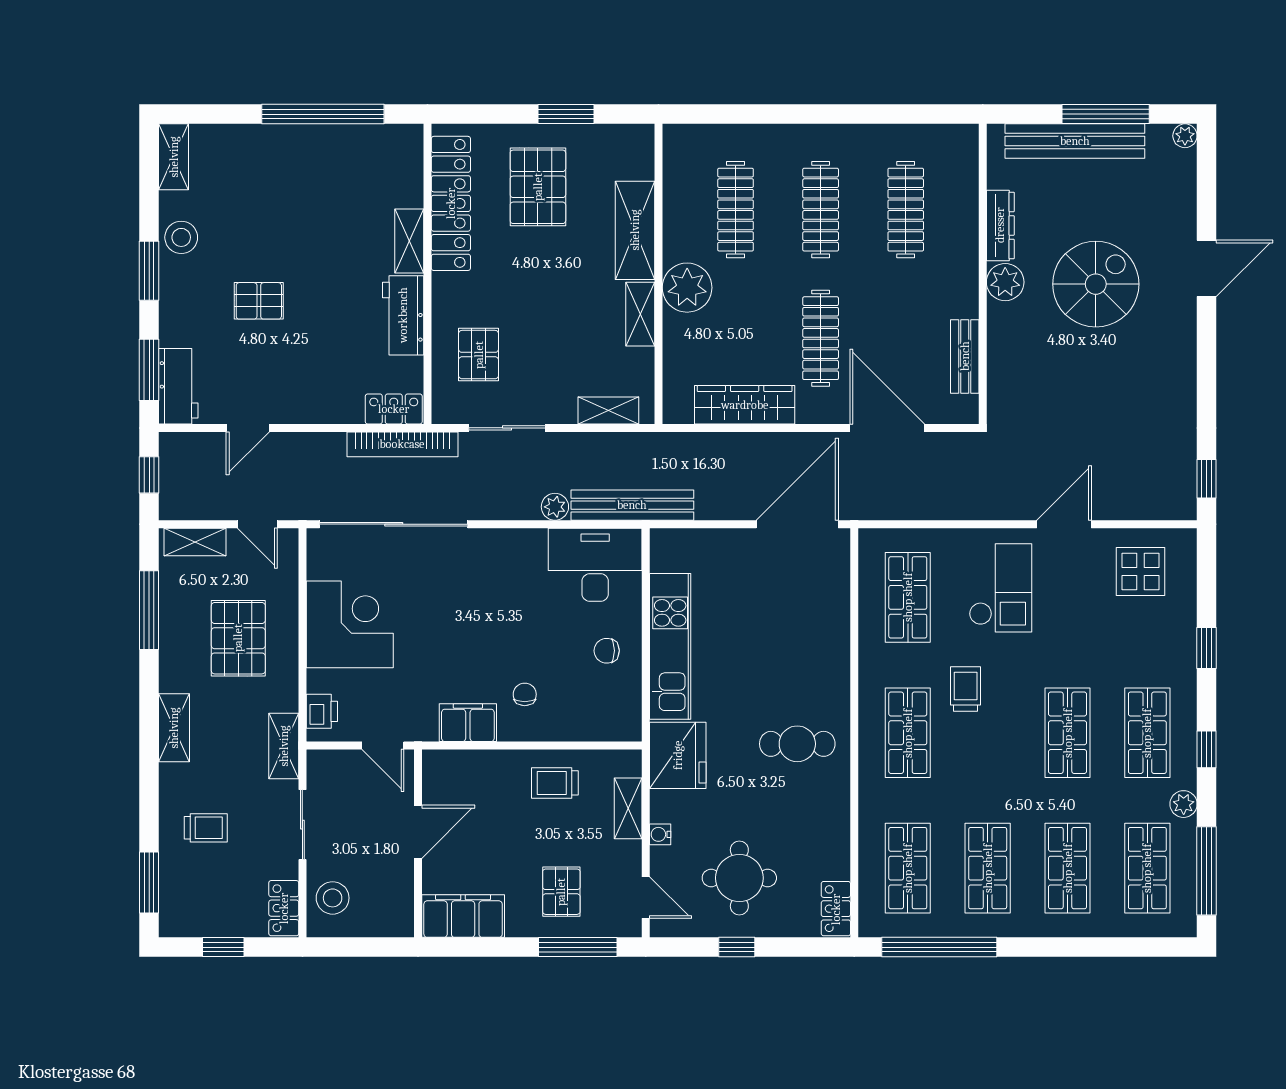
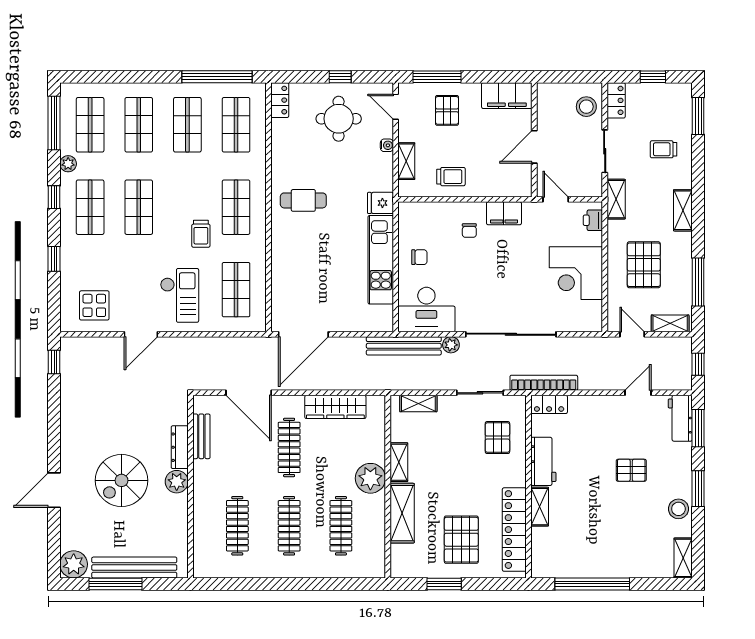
plant: (1185, 136) -> (74, 564), width x1.88, depth x1.88
dresser: (1000, 225) -> (180, 447), moved
sliding door: (394, 524) -> (511, 334), moved
checkout: (1000, 588) -> (180, 295), turned 180
fridge: (678, 755) -> (380, 203), width x0.53, depth x0.75

